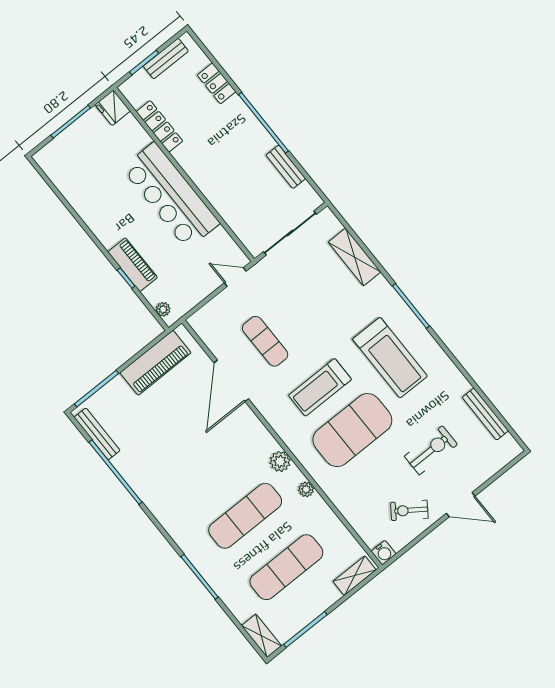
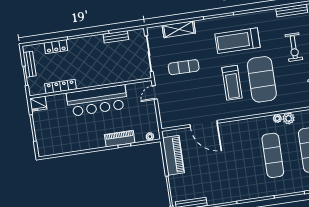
exercise mat: (265, 341) -> (184, 67), moved
treadmill: (390, 358) -> (237, 41), turned 180
exercise bike: (431, 450) -> (294, 47), turned 180
plant: (280, 461) -> (289, 118), moved

